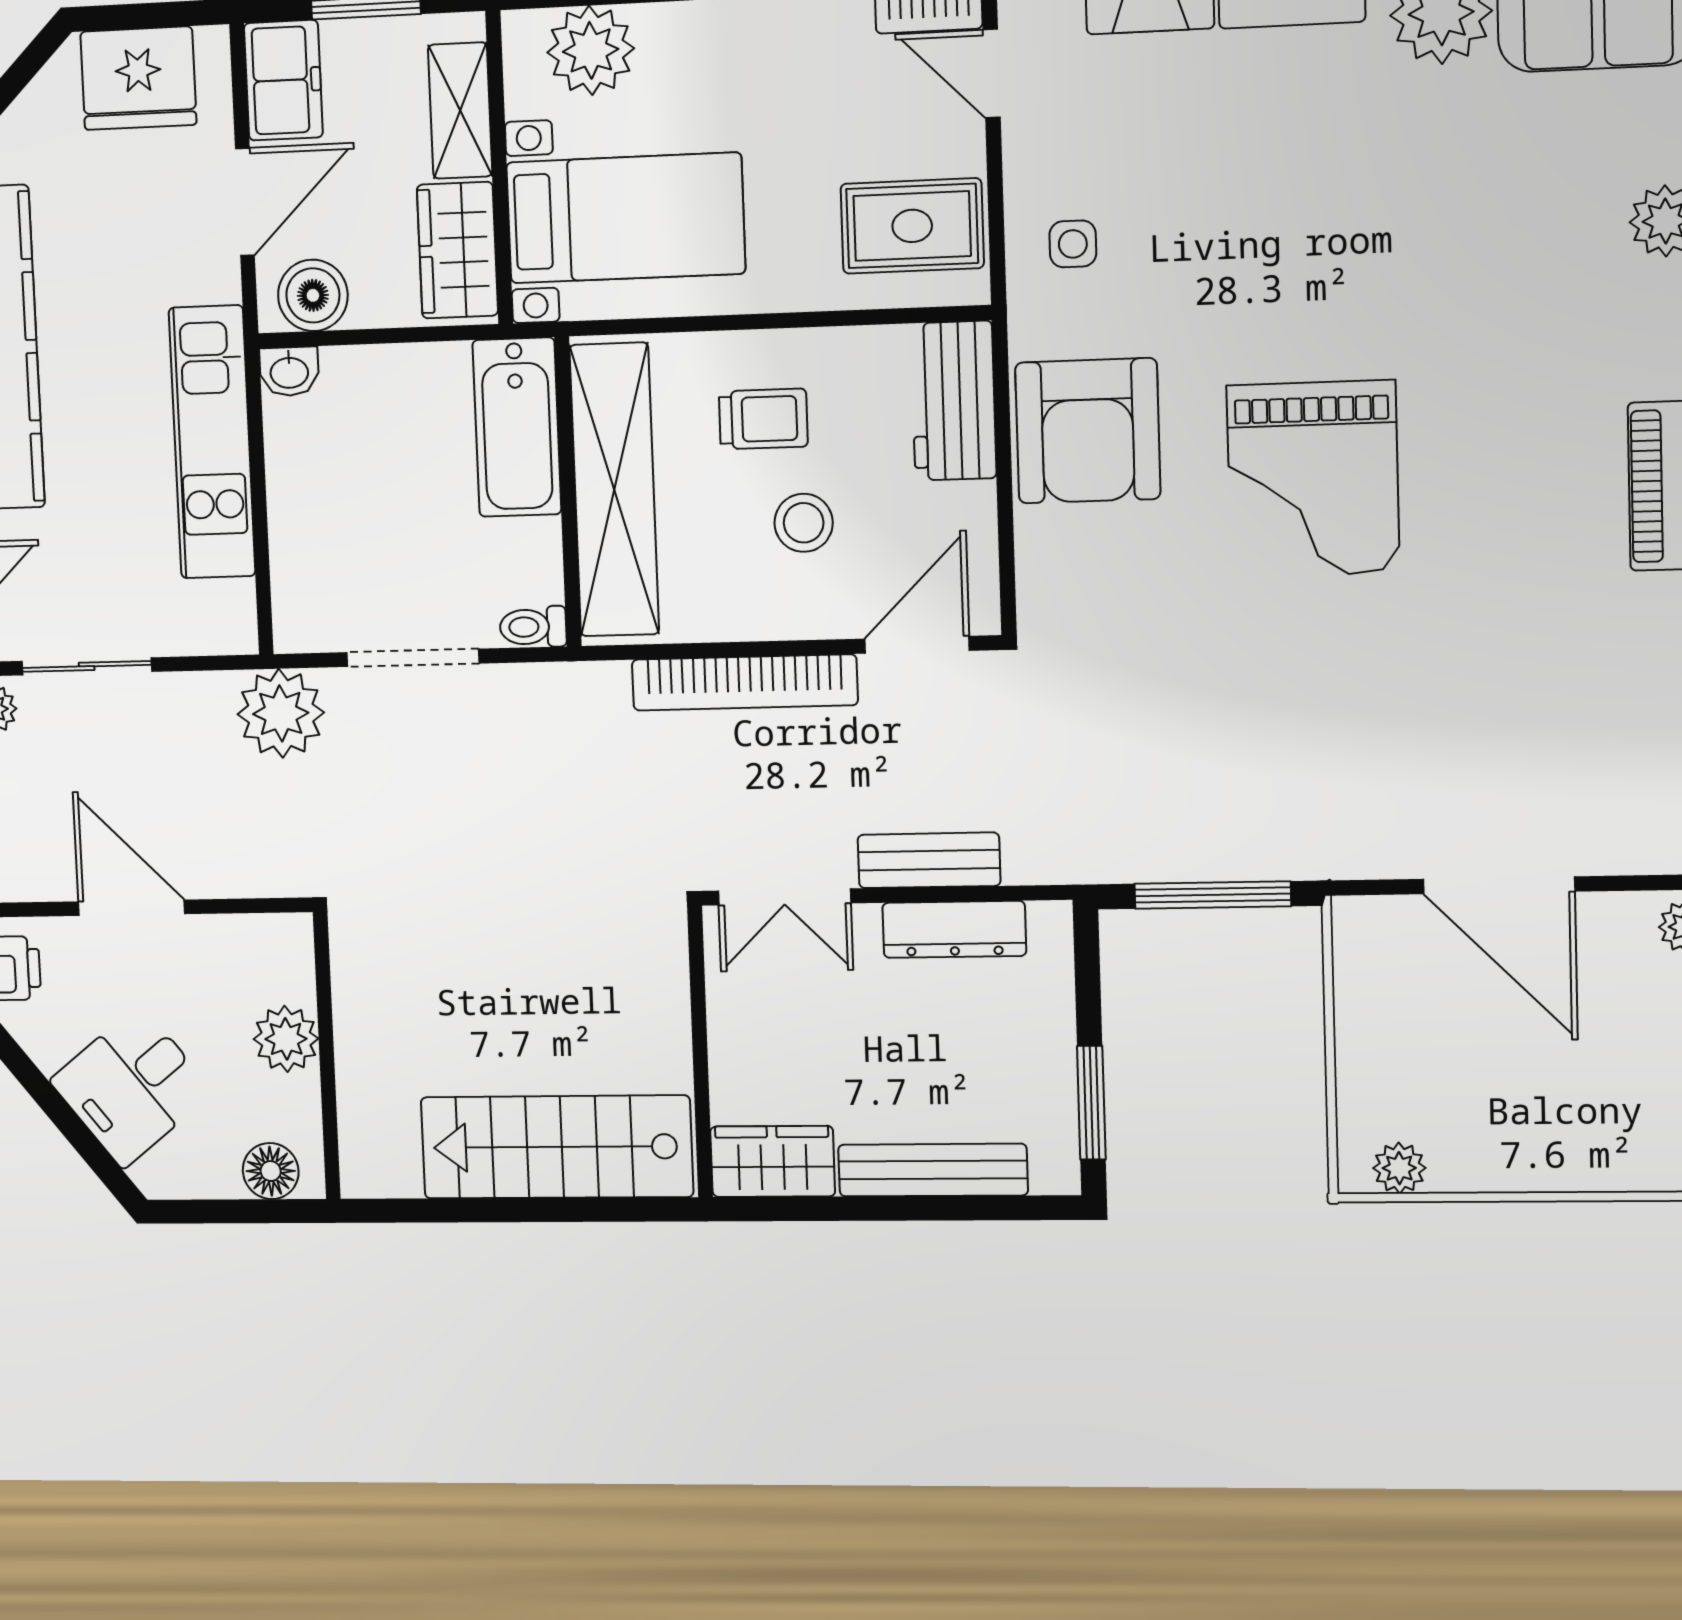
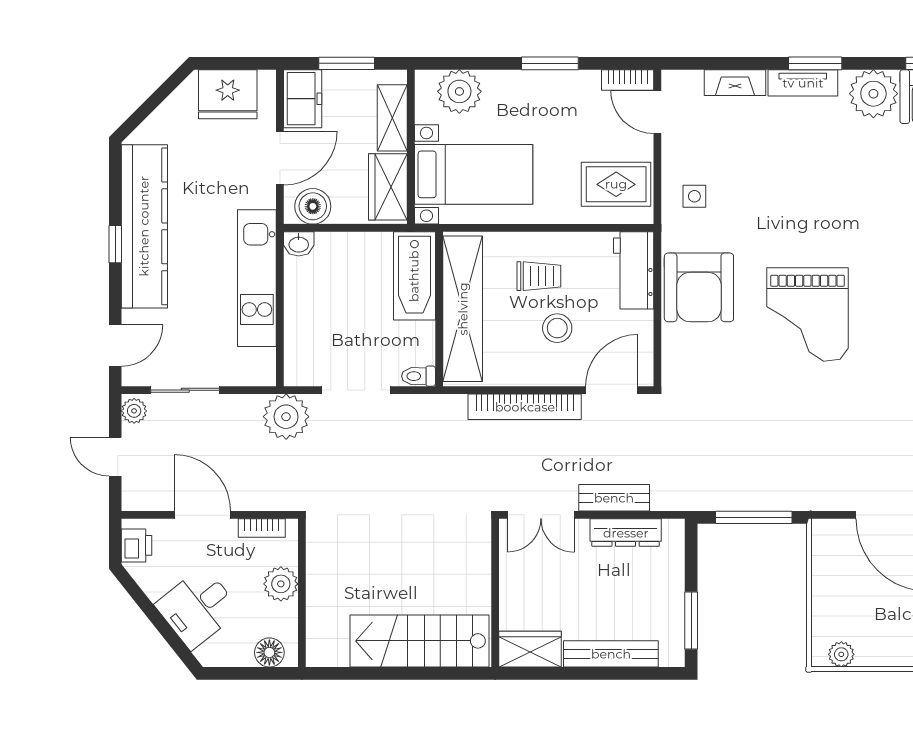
bookcase: (245, 931) -> (262, 528), added

